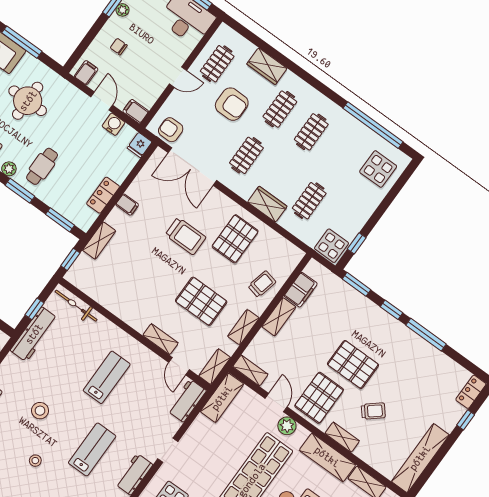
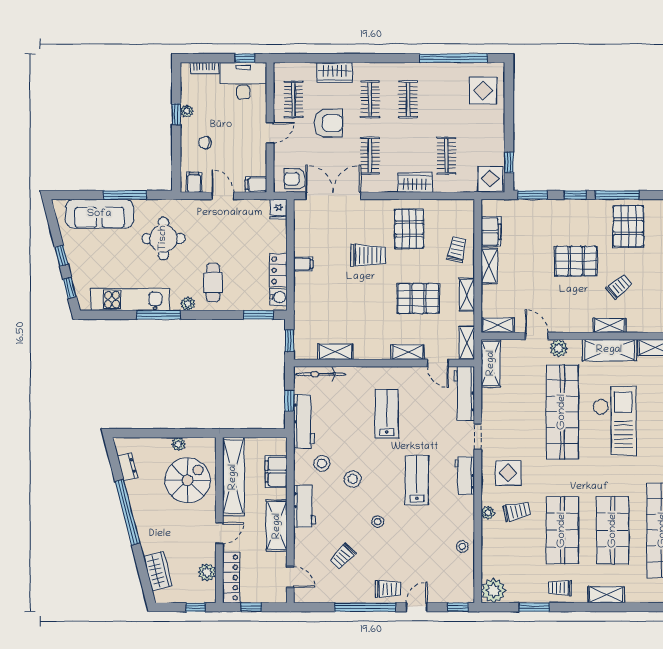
water cooler: (114, 124) -> (278, 297), moved, turned 90
double door: (192, 167) -> (333, 196), swing flipped
window: (20, 191) -> (209, 315), removed
shelving: (99, 241) -> (335, 352), moved, turned 90
stool: (24, 380) -> (322, 463), added
pallet: (319, 398) -> (628, 226), moved
workbench: (187, 401) -> (464, 393), width x1.38

